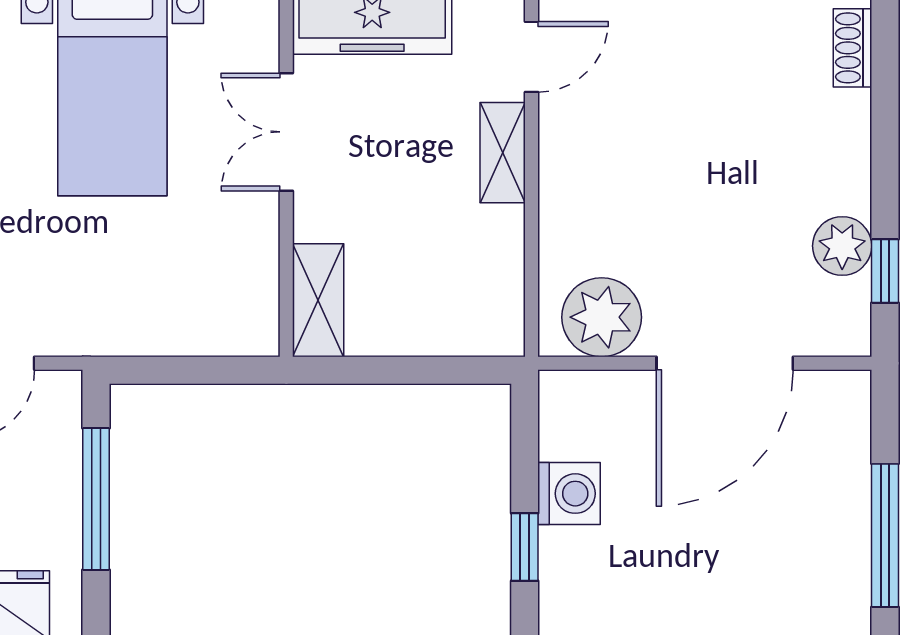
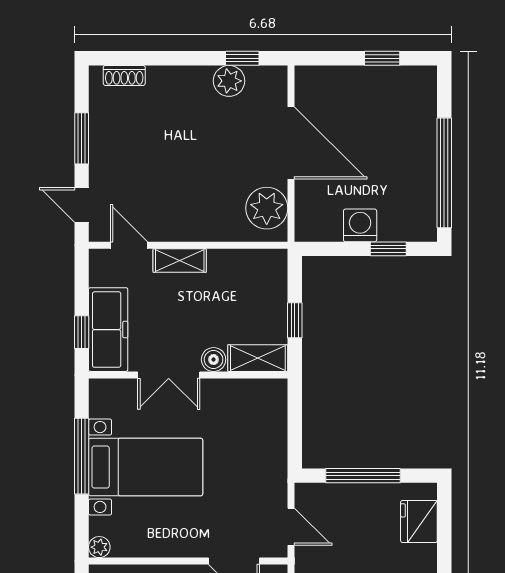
boiler: (316, 217) -> (214, 360), added
window: (390, 370) -> (295, 320), added
window: (885, 535) -> (382, 58), width x0.46

